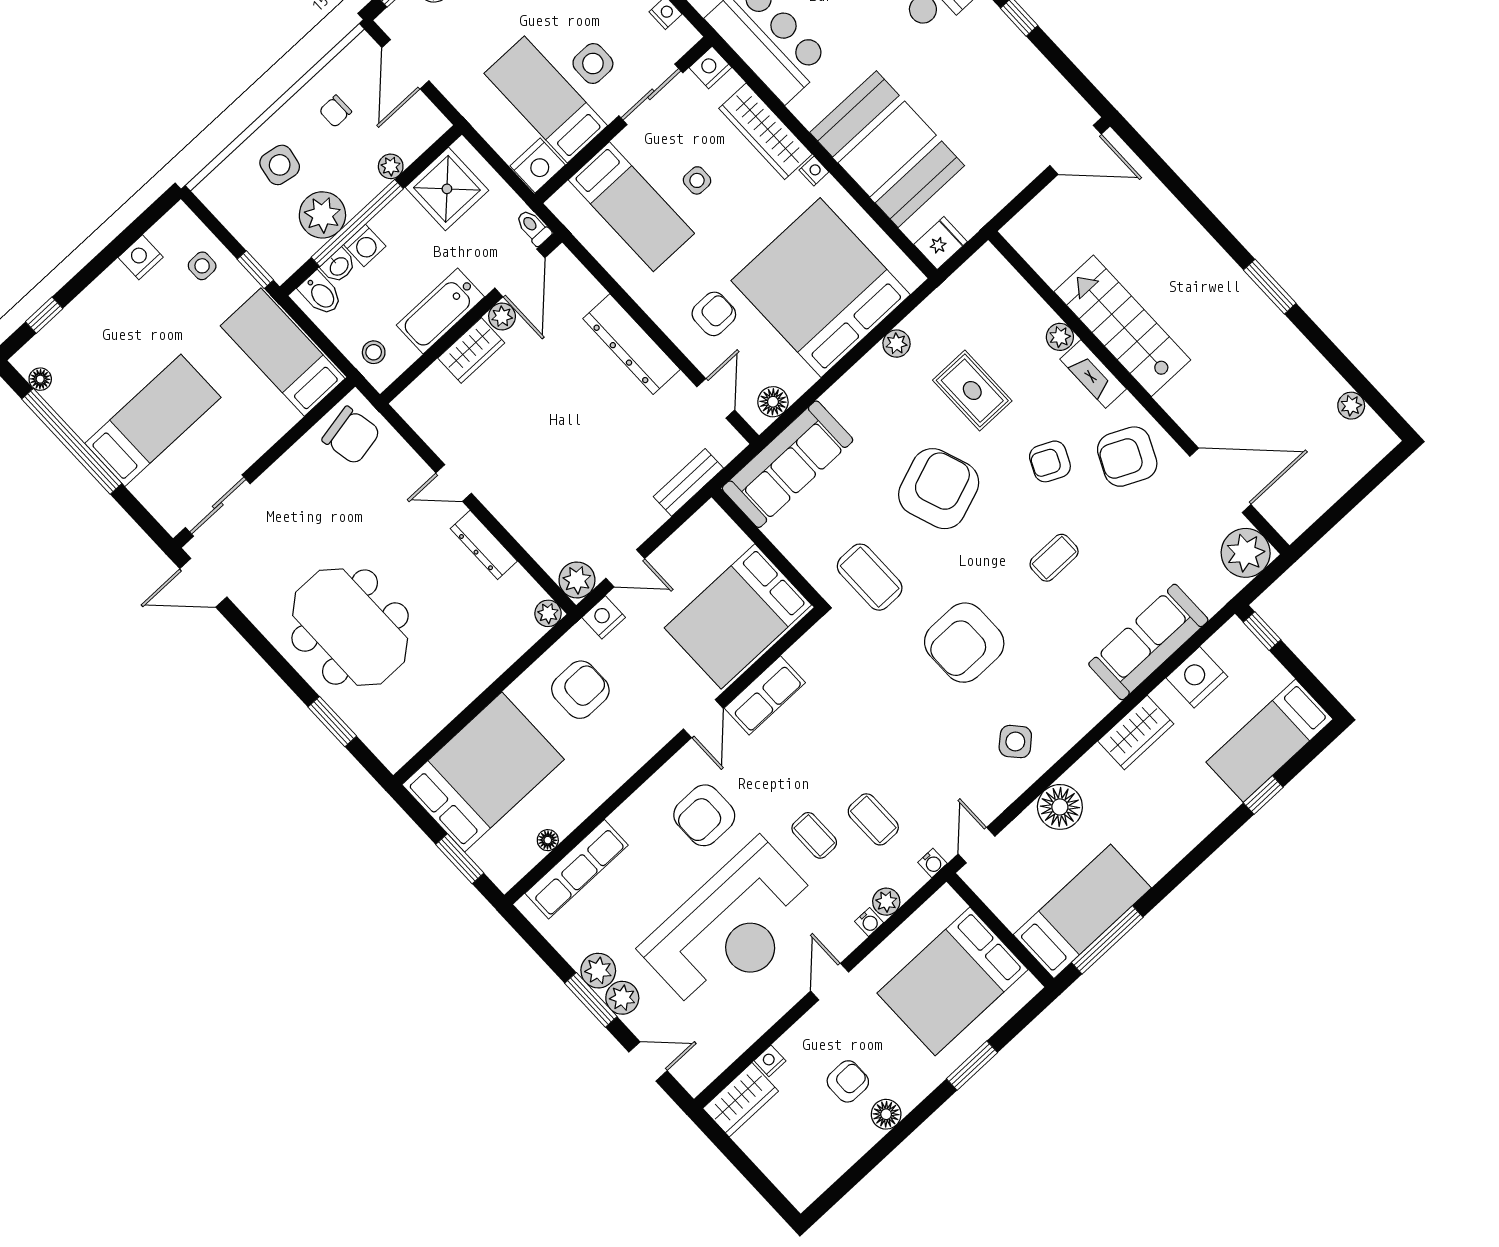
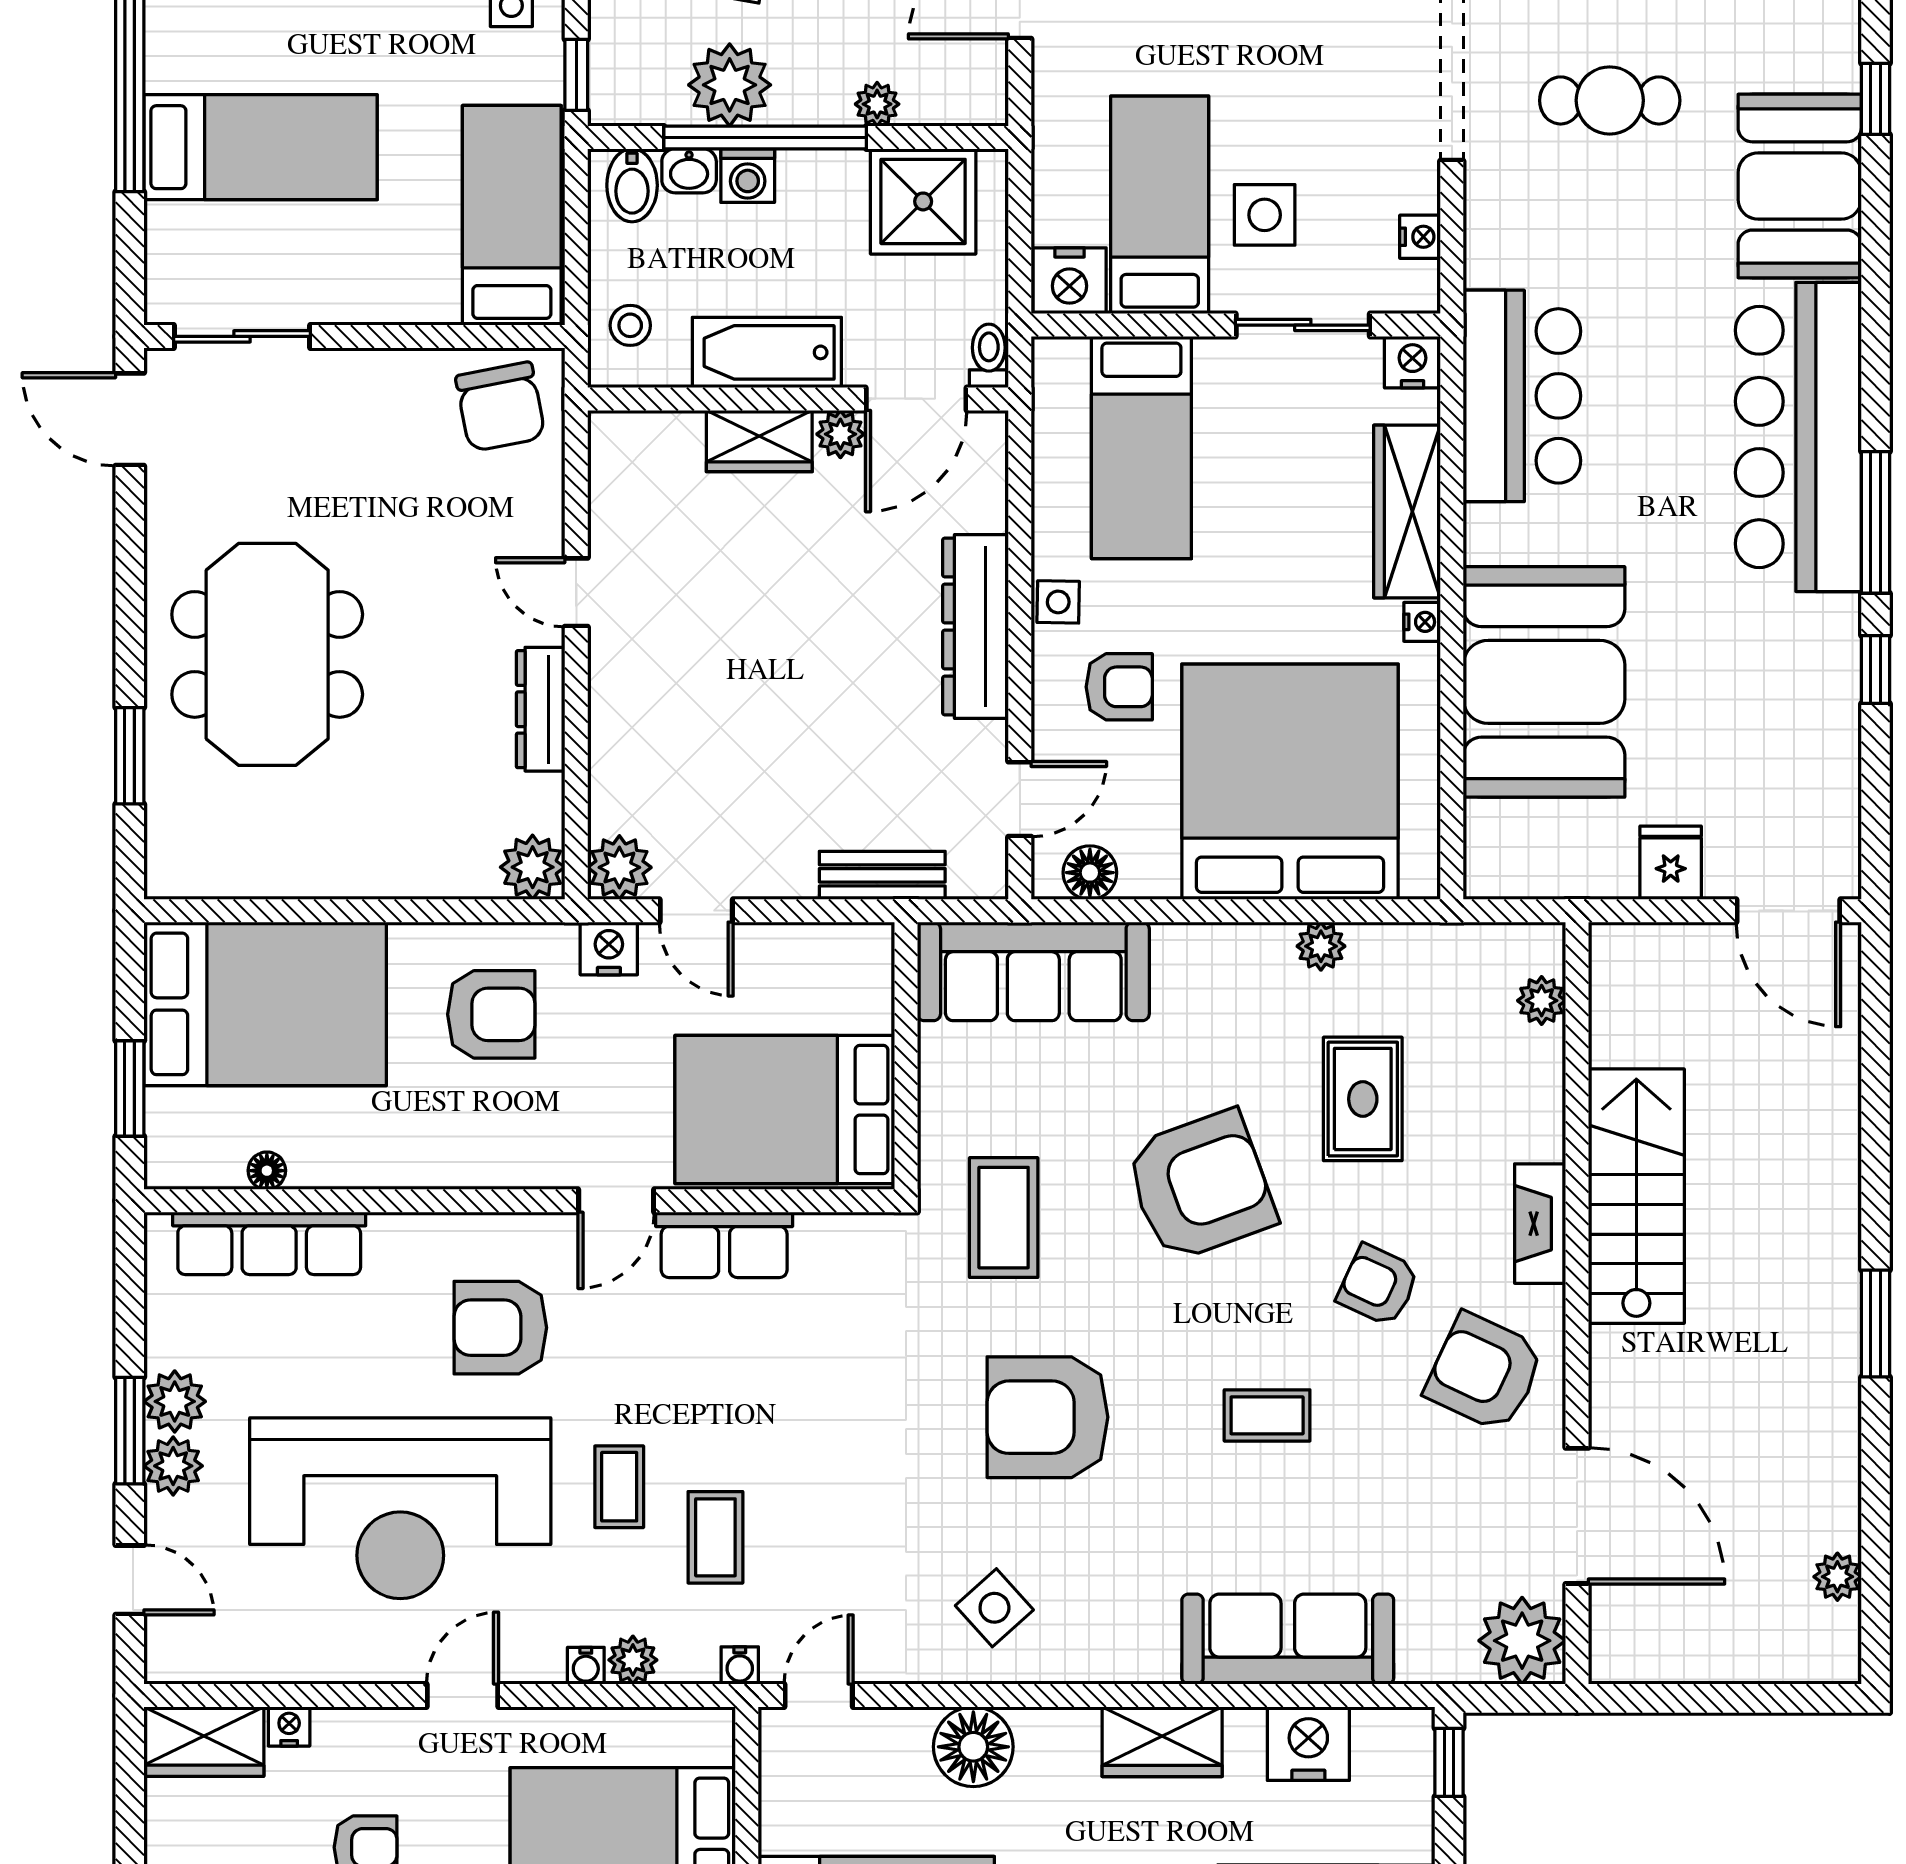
side table: (697, 180) -> (1058, 602), moved
fridge: (941, 243) -> (1671, 863), moved, turned -90
plant: (1060, 337) -> (1542, 1001), moved
plant: (548, 613) -> (533, 867), width x1.38, depth x1.38

